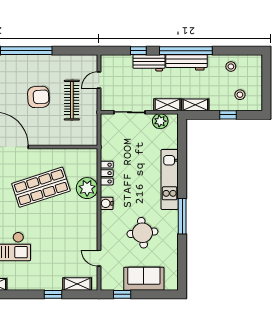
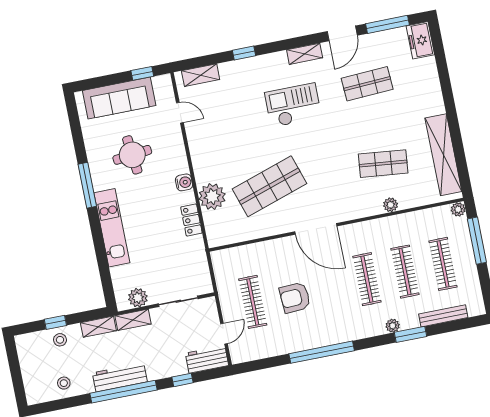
workbench: (149, 63) -> (207, 359), moved
stool: (240, 95) -> (60, 340), moved
sofa: (144, 279) -> (119, 98), width x1.36
window: (53, 294) -> (244, 53), moved

